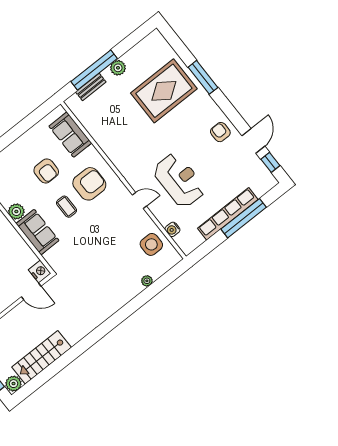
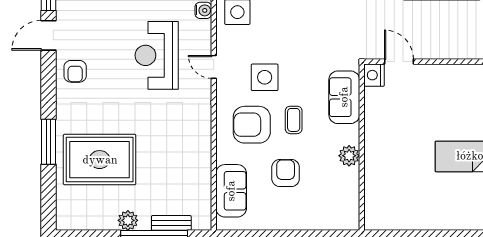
side table: (104, 218) -> (265, 77), added
sofa: (37, 232) -> (344, 97), moved

